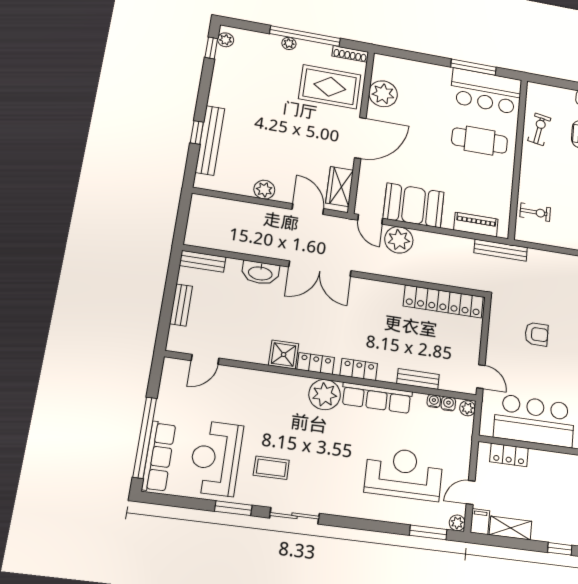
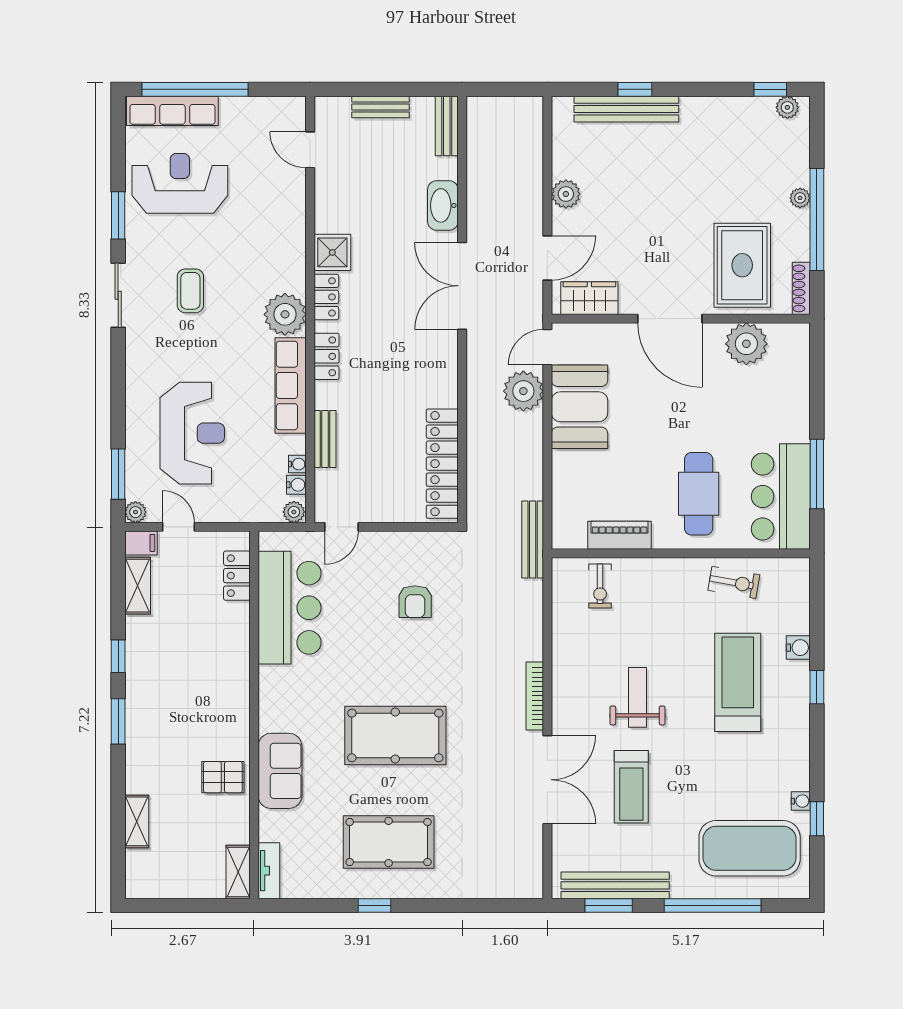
piano: (476, 225) -> (620, 535), moved, turned -90
coffee table: (271, 468) -> (190, 291), moved

